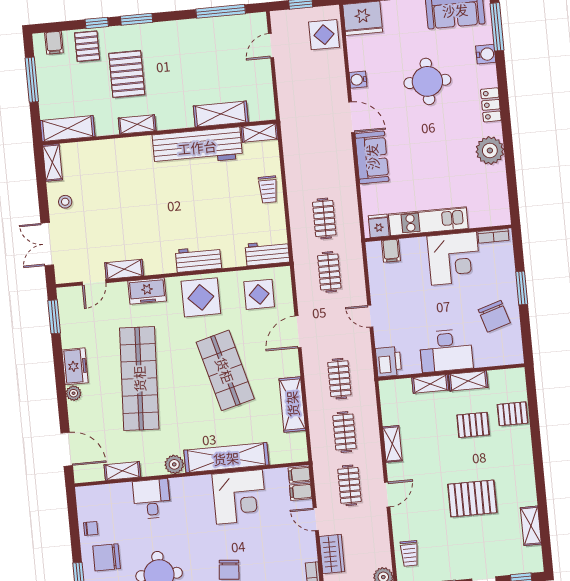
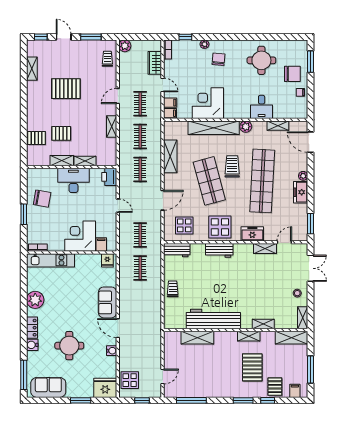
water cooler: (486, 54) -> (32, 345), moved
shelving: (260, 133) -> (263, 324), moved
kitchen unit: (428, 221) -> (50, 260), moved
corner desk: (454, 258) -> (80, 236), moved
chair: (494, 316) -> (42, 199), turned 117
trolley: (190, 398) -> (232, 166), added

